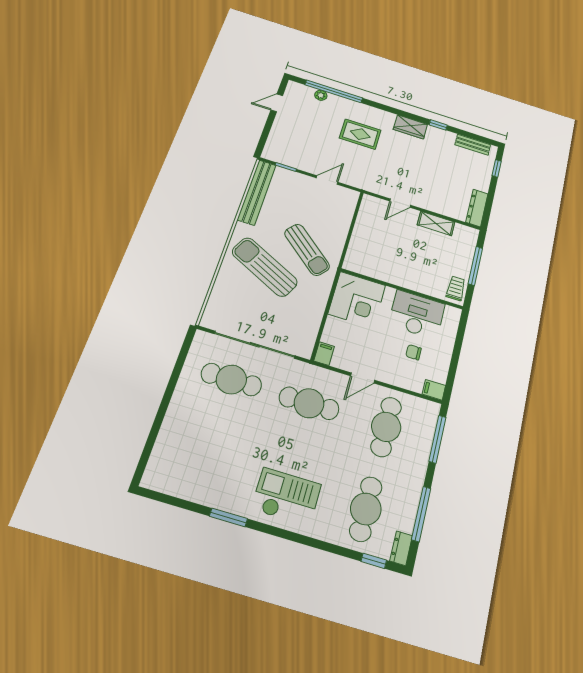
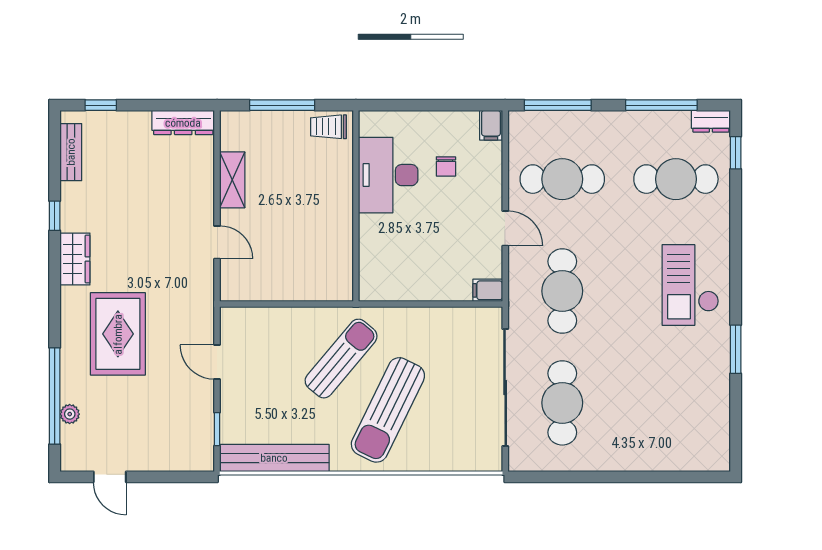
rug: (360, 134) -> (118, 334), width x1.36, depth x1.43
corner desk: (357, 300) -> (394, 266), removed

